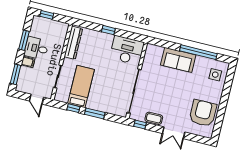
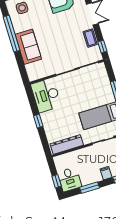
desk: (36, 48) -> (70, 179), moved

